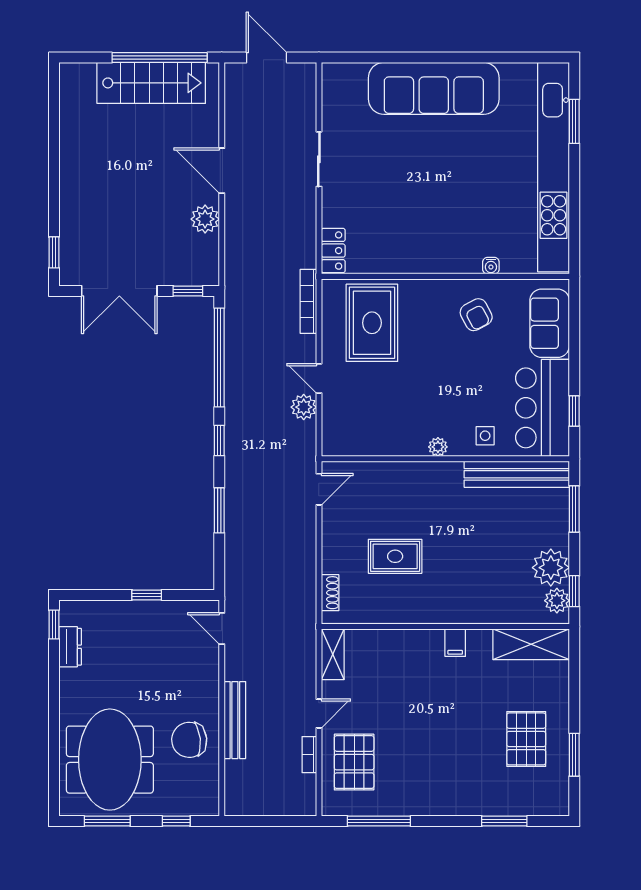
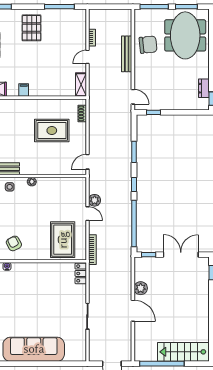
stairs: (151, 83) -> (183, 352), moved
rug: (395, 556) -> (52, 130), width x1.36, depth x1.43
window: (147, 595) -> (153, 112), moved
pallet: (354, 762) -> (32, 28), moved
window: (176, 821) -> (154, 7), width x2.17

